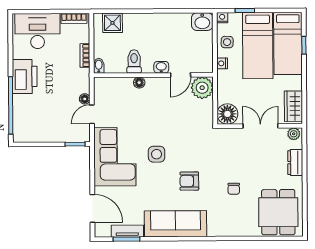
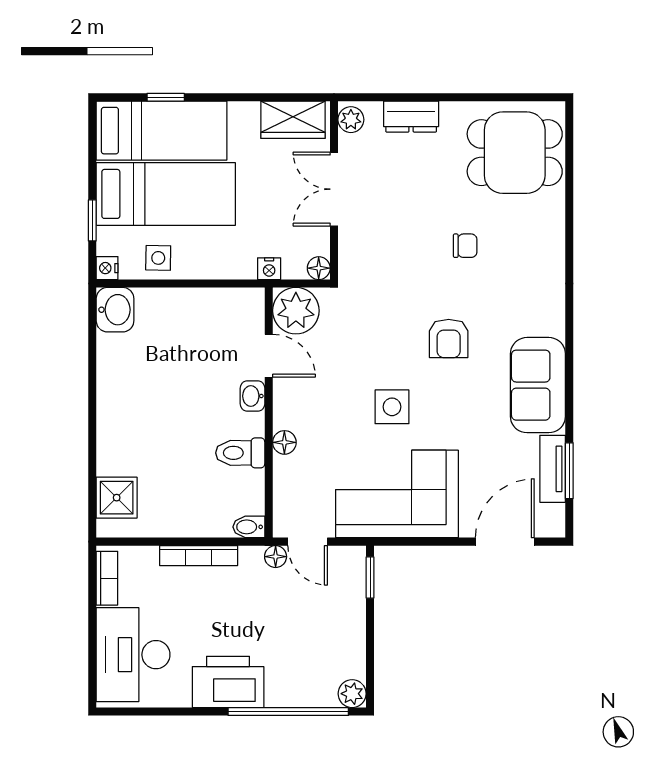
bookcase: (85, 55) -> (199, 556), width x1.56
toilet: (134, 61) -> (240, 453), moved
nightstand: (222, 63) -> (269, 269), moved
bidet: (99, 66) -> (249, 527), moved
washbasin: (161, 67) -> (252, 396), moved
wall: (153, 75) -> (269, 413), moved
door: (181, 75) -> (269, 356), moved
floor lamp: (139, 83) -> (284, 442), moved
plant: (202, 88) -> (296, 311), moved
floor lamp: (227, 114) -> (319, 268), width x0.53, depth x0.53
plant: (19, 136) -> (352, 694), added
sofa: (175, 224) -> (538, 385), width x0.73

